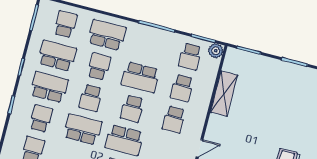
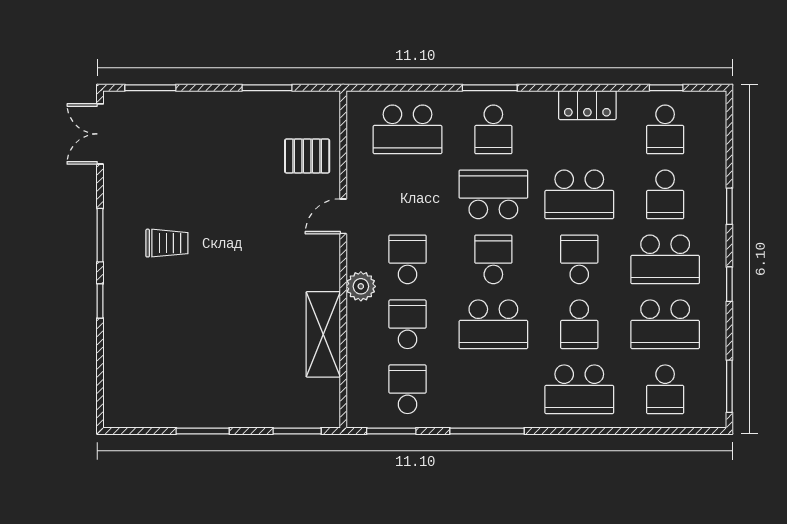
plant: (216, 51) -> (361, 286), moved
school desk: (140, 77) -> (493, 324), turned 180

